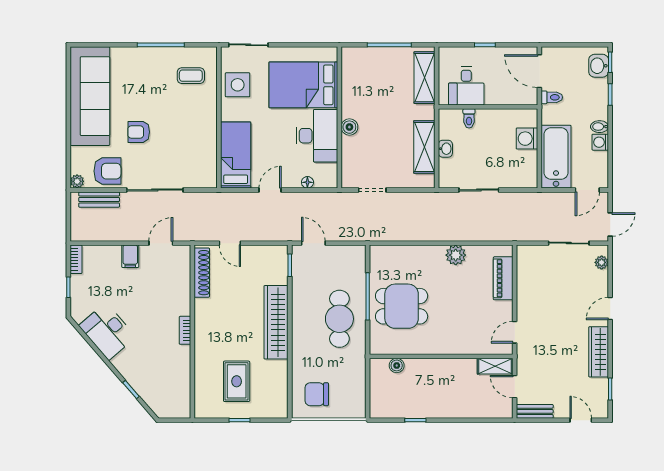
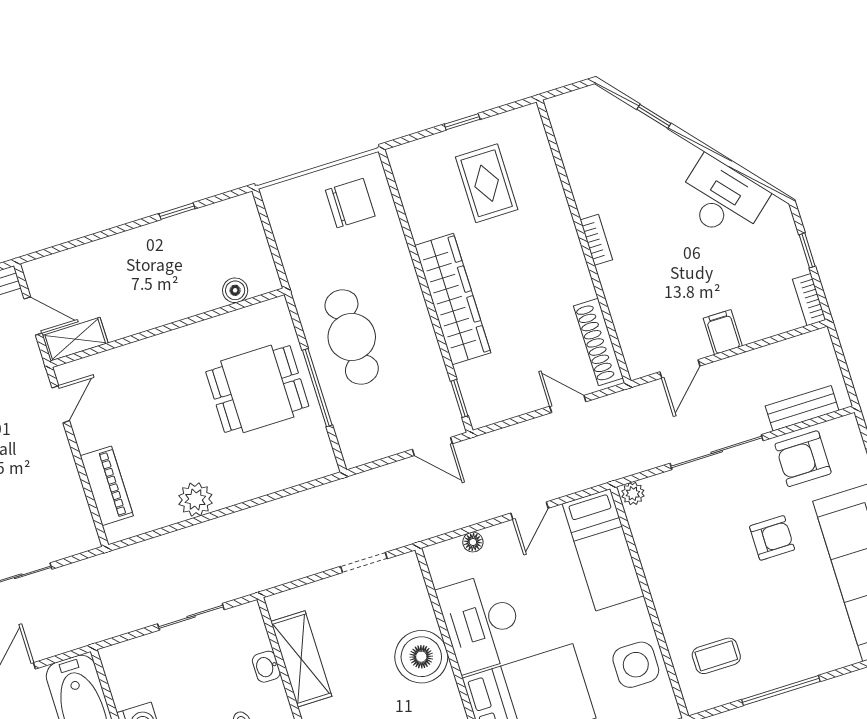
boiler: (349, 127) -> (421, 657), width x1.86, depth x1.86
plant: (77, 181) -> (633, 494), moved

